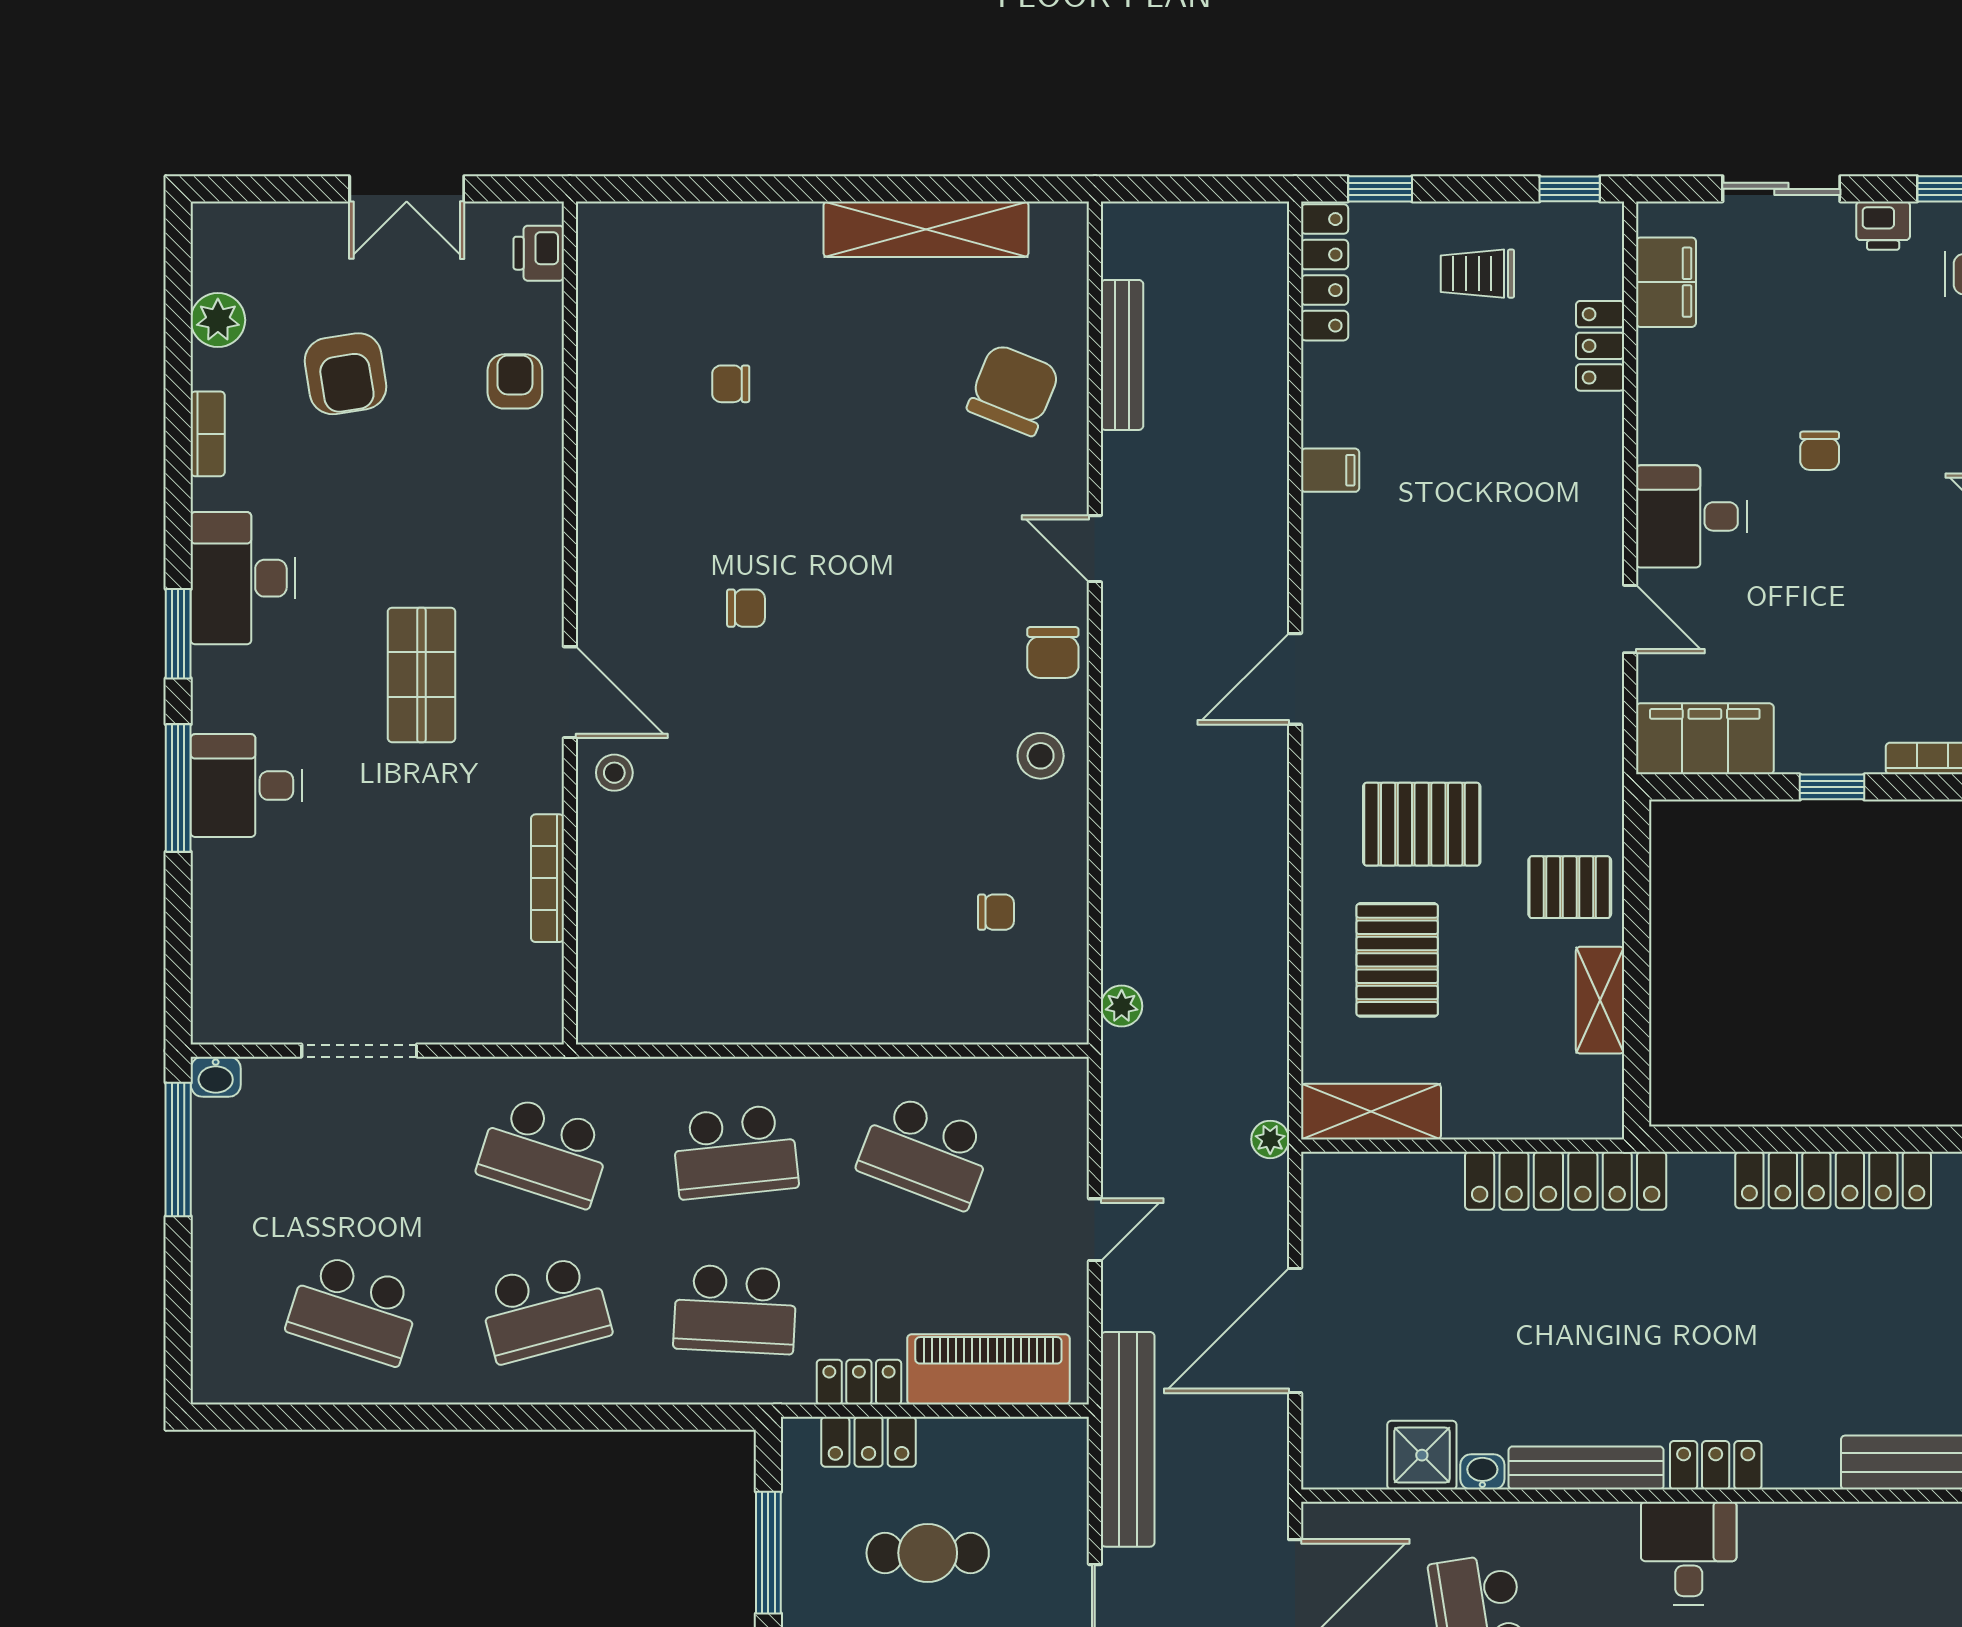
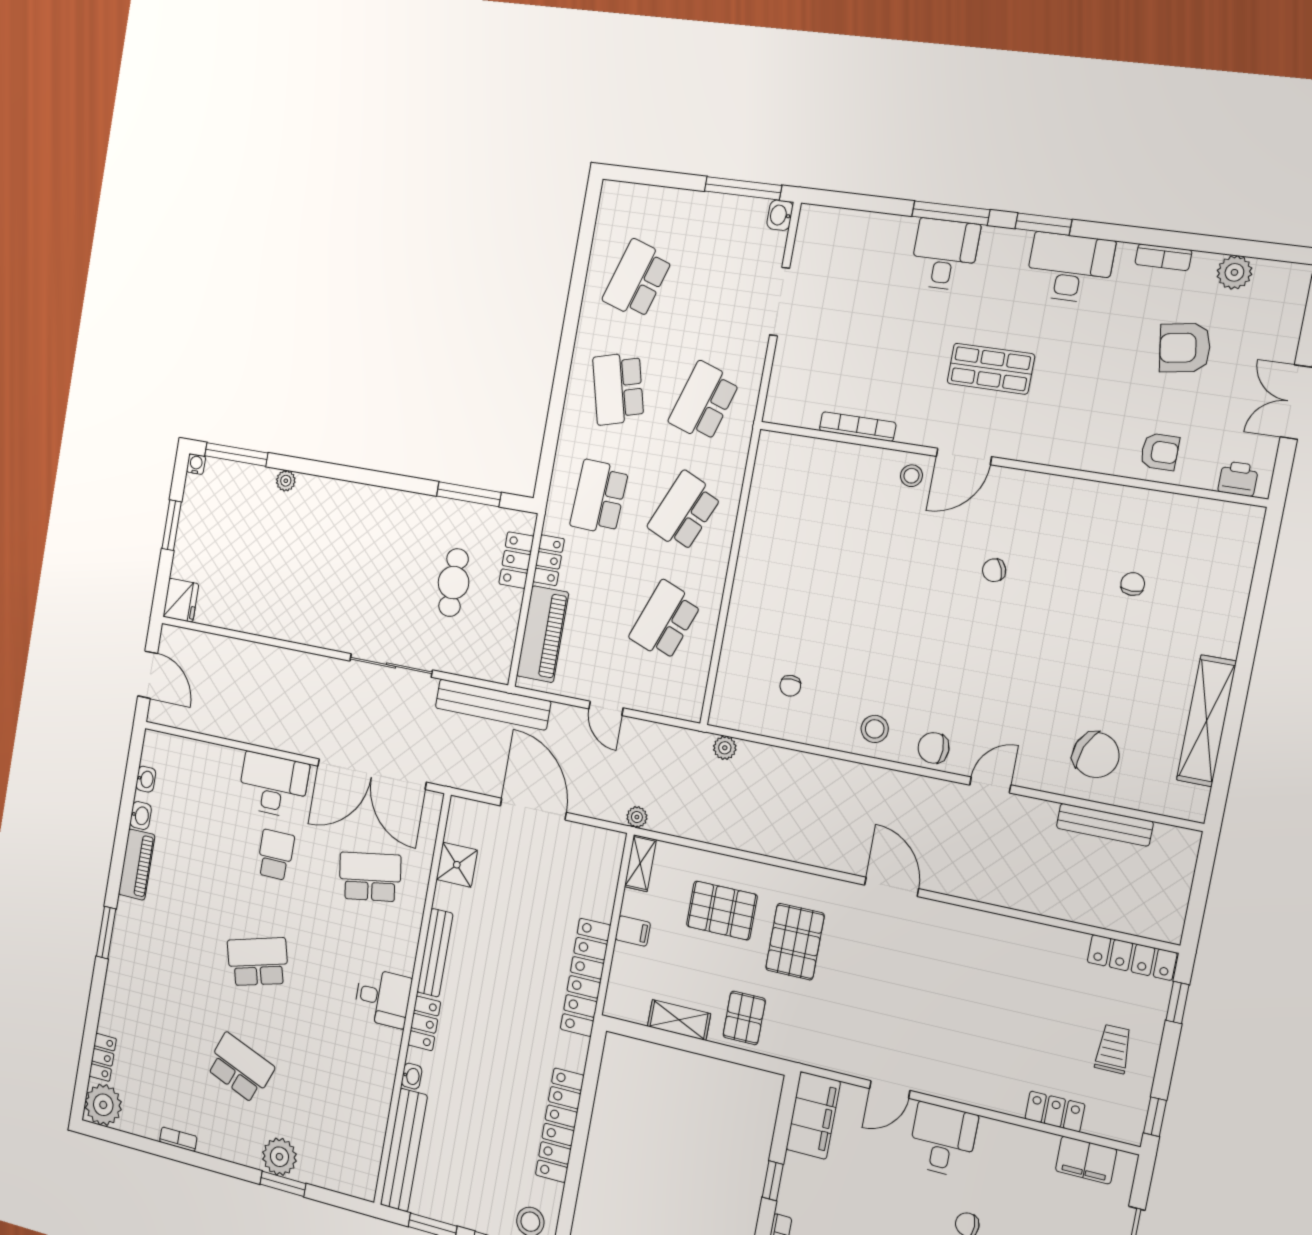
filing cabinet: (1330, 470) -> (633, 931), moved, turned -90
chair: (746, 608) -> (994, 570), turned 70
shelving: (1371, 1112) -> (640, 863), width x0.67, depth x0.75
school desk: (735, 1152) -> (684, 511), turned 30
washbasin: (1482, 1472) -> (412, 1076), moved

